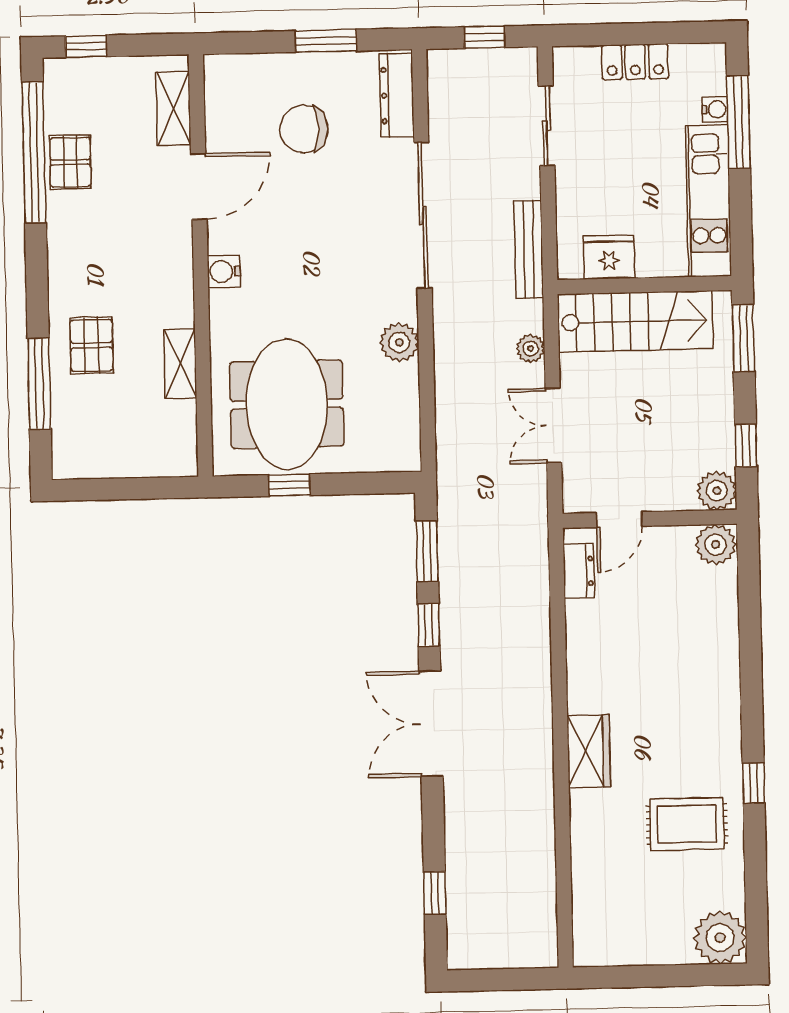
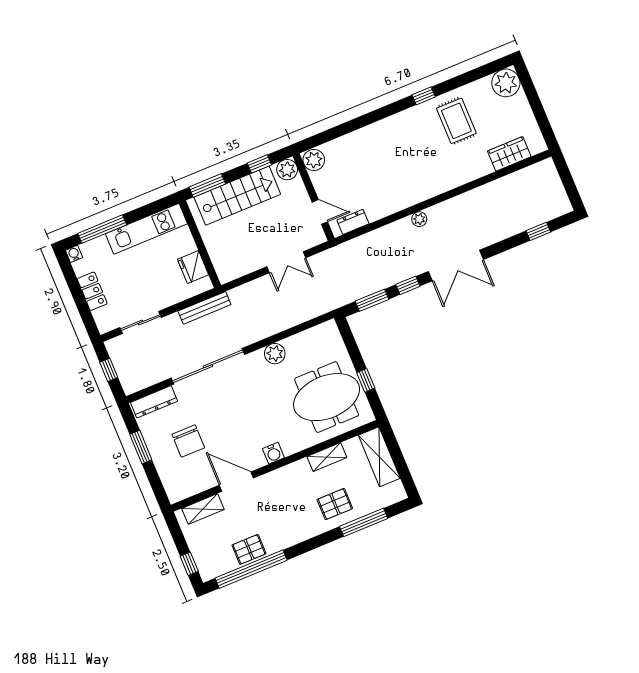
water cooler: (715, 109) -> (74, 254), moved
stairs: (635, 321) -> (237, 196), moved, turned 90
plant: (531, 349) -> (419, 219), moved
shelving: (145, 457) -> (379, 457), added
wardrobe: (589, 751) -> (509, 154), moved

